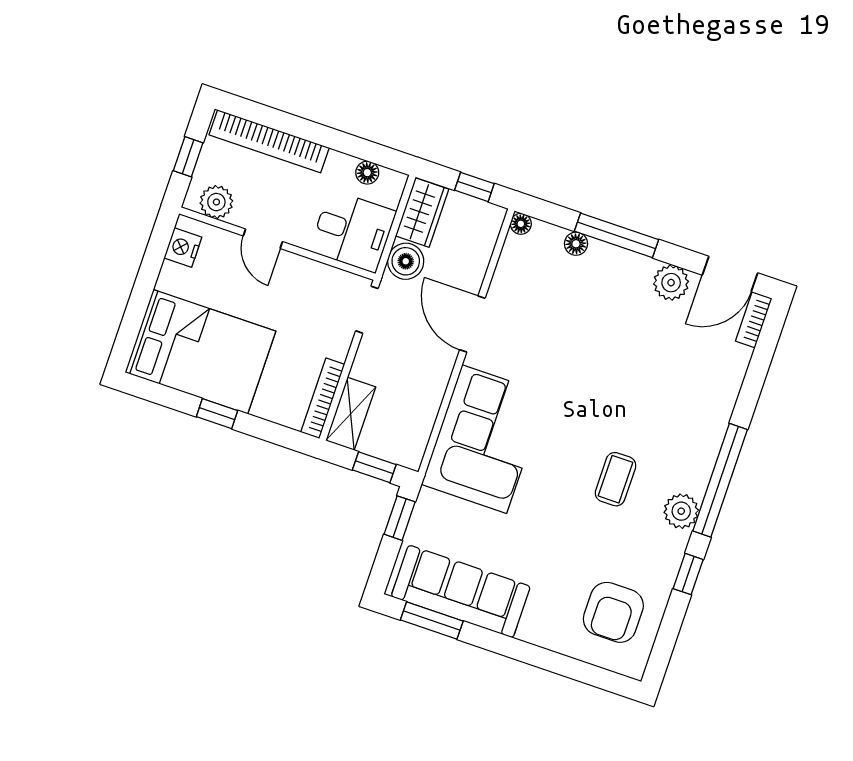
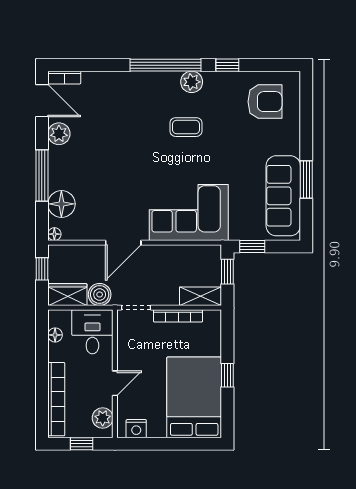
floor lamp: (576, 244) -> (61, 204), width x1.89, depth x1.89
bookcase: (323, 398) -> (178, 316), moved
window: (432, 621) -> (306, 180), moved

